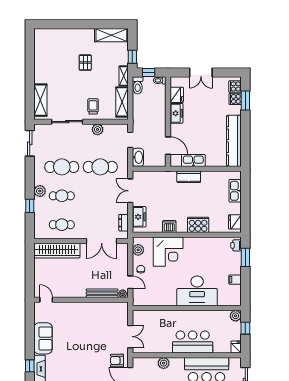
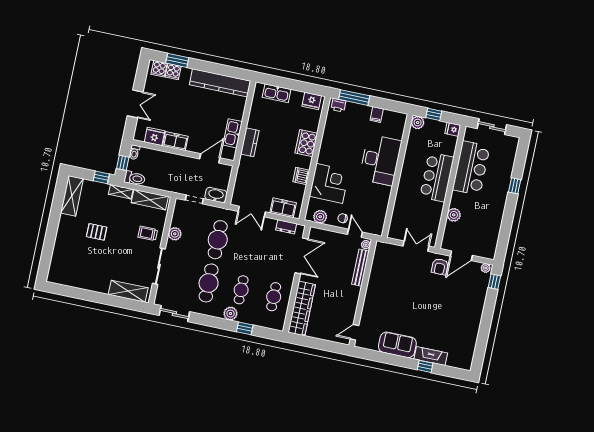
window: (245, 257) -> (354, 98), width x1.44
door: (130, 282) -> (355, 233), hinge flipped

